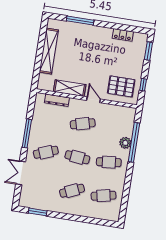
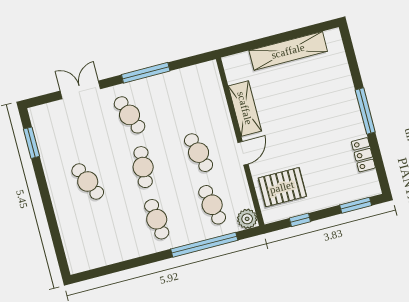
window: (80, 20) -> (365, 111), moved
pallet: (121, 86) -> (282, 187), turned 90
dresser: (57, 100) -> (217, 97), removed
plant: (125, 143) -> (247, 219), moved
cafe table: (104, 196) -> (212, 205), moved

